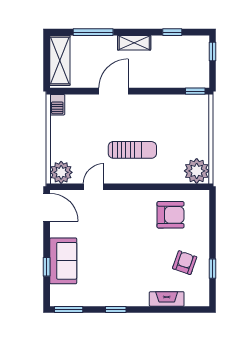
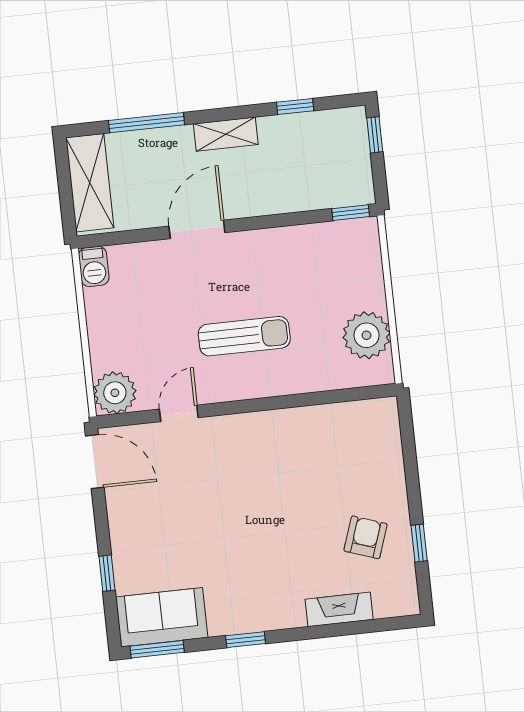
plant: (197, 171) -> (367, 335), moved
armchair: (170, 215) -> (329, 450), removed
sofa: (63, 261) -> (162, 617), moved, turned -90

